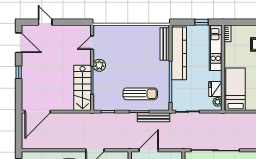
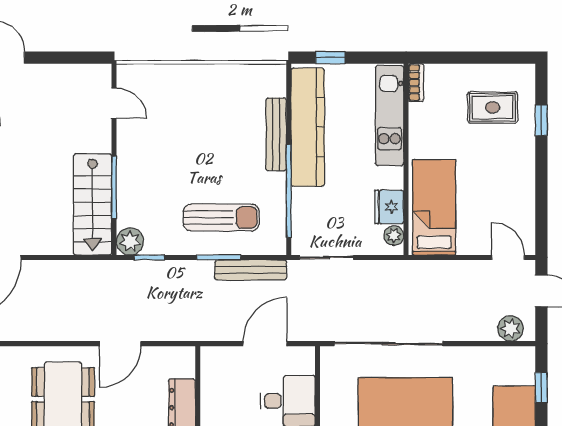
window: (201, 22) -> (330, 58), moved
door: (92, 43) -> (114, 103), swing flipped
bench: (165, 44) -> (276, 134), moved
plant: (99, 65) -> (130, 241), moved
door: (149, 150) -> (265, 344), moved

